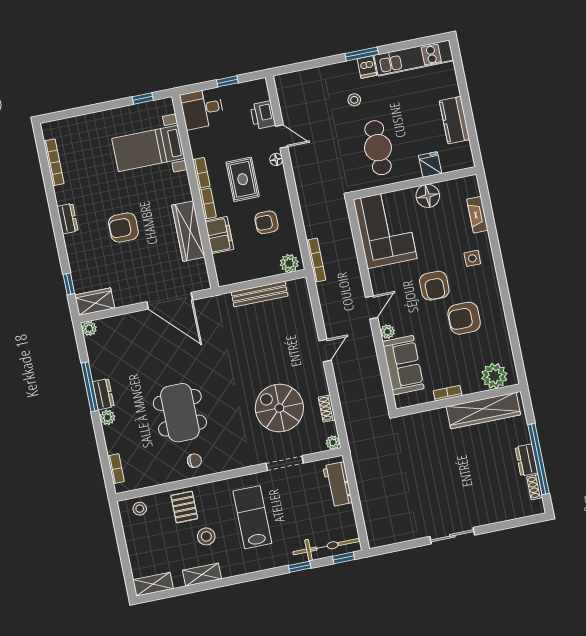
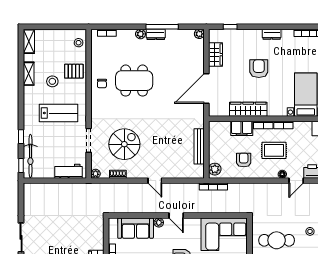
wardrobe: (95, 302) -> (216, 55), moved

